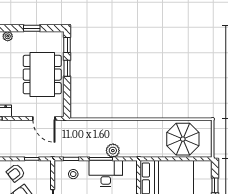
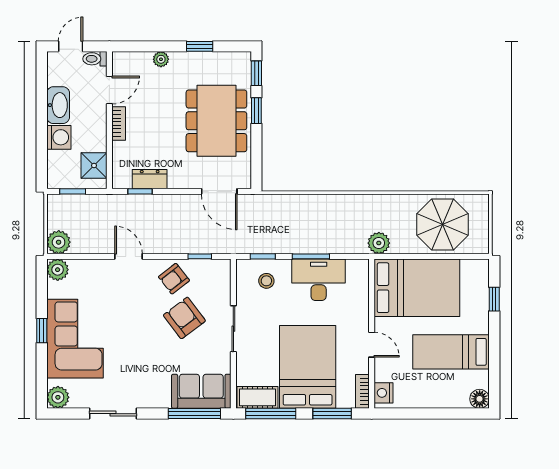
plant: (113, 151) -> (379, 243), moved

